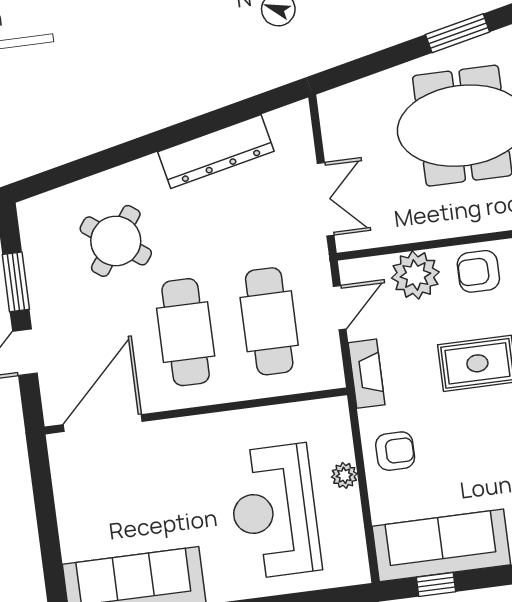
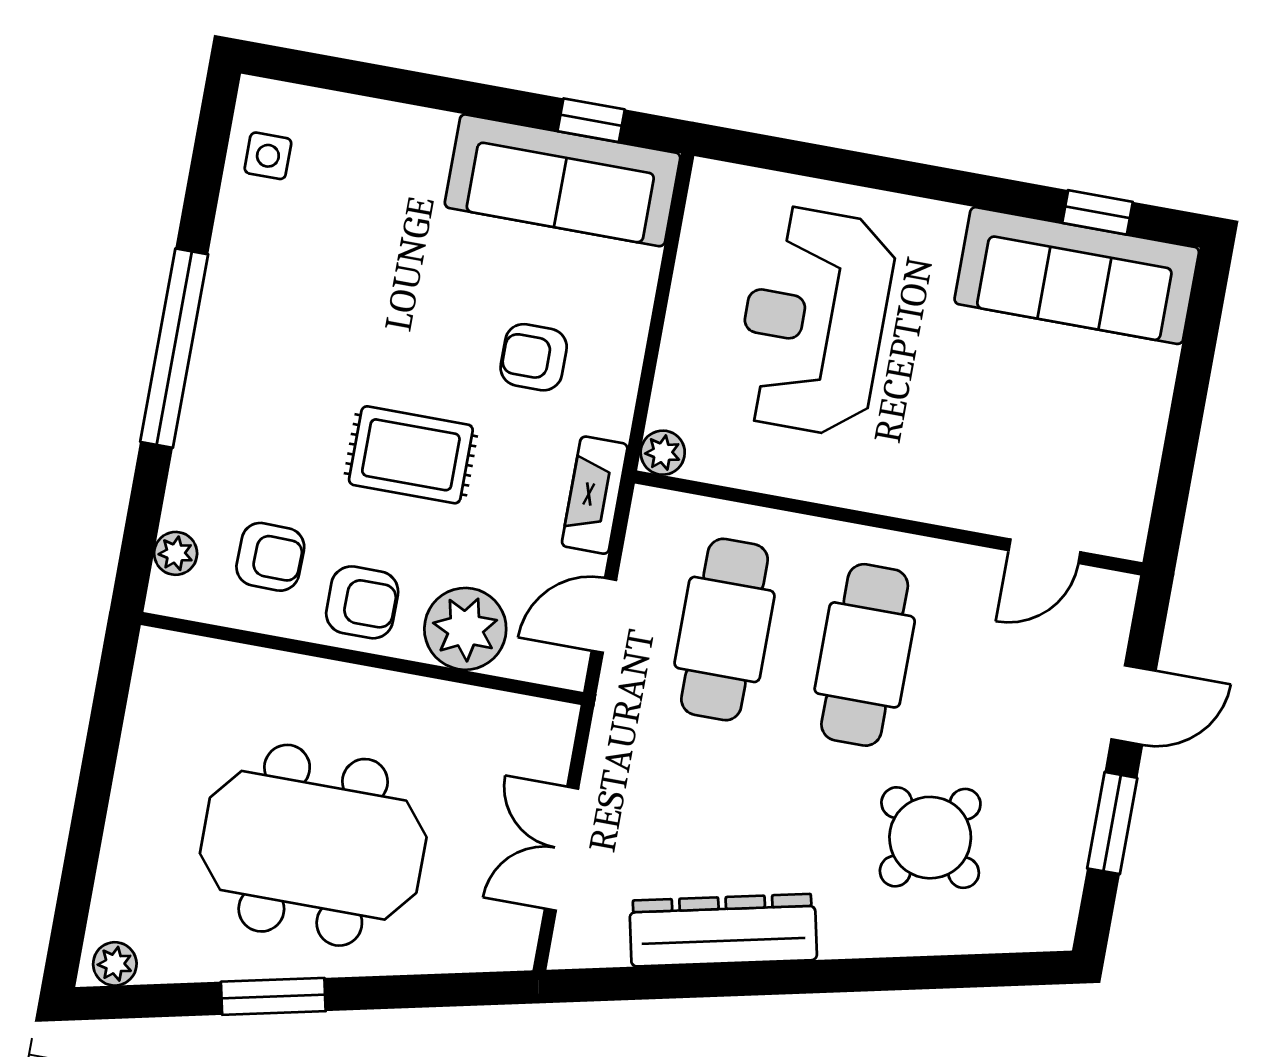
double door: (326, 199) -> (562, 849), moved
door: (103, 423) -> (1045, 551), width x0.53
armchair: (395, 451) -> (534, 357), moved
plant: (344, 475) -> (663, 453), moved
reception desk: (274, 511) -> (814, 321), turned 180

